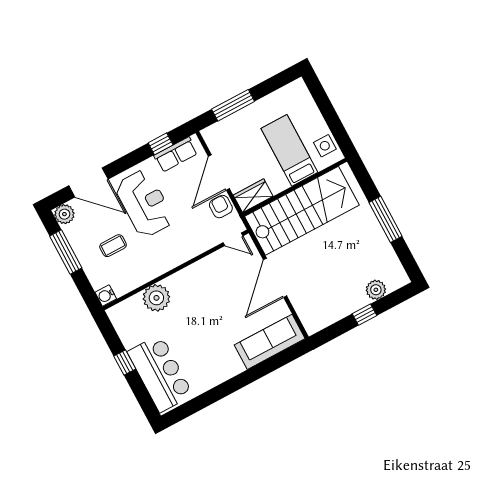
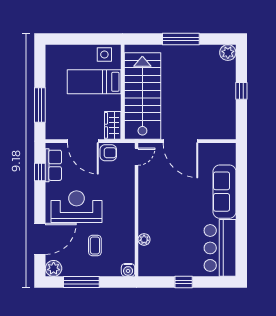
armchair: (221, 207) -> (108, 153), turned 180
plant: (376, 290) -> (228, 53), moved
plant: (156, 298) -> (144, 239), width x0.53, depth x0.53
sofa: (270, 342) -> (224, 192), moved
bar counter: (160, 373) -> (220, 248), moved, turned -90

